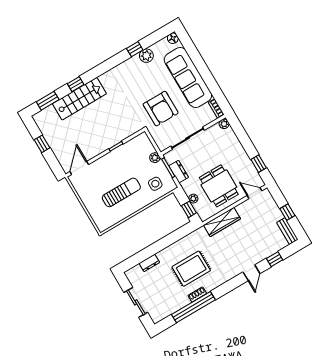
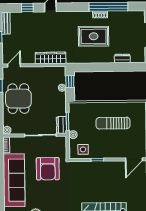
armchair: (161, 109) -> (48, 169), turned 180
dresser: (179, 172) -> (61, 125), moved
side table: (155, 184) -> (83, 149), moved
dining table: (219, 186) -> (18, 99), moved
door: (255, 193) -> (14, 65), swing flipped

